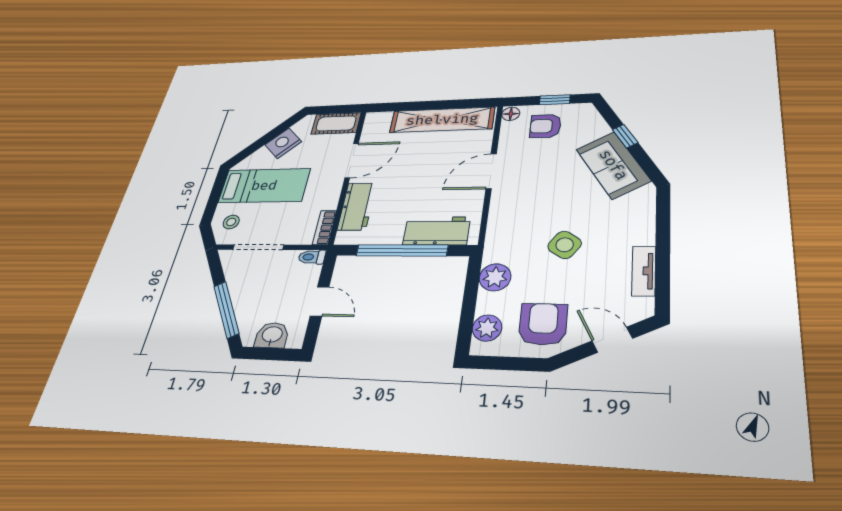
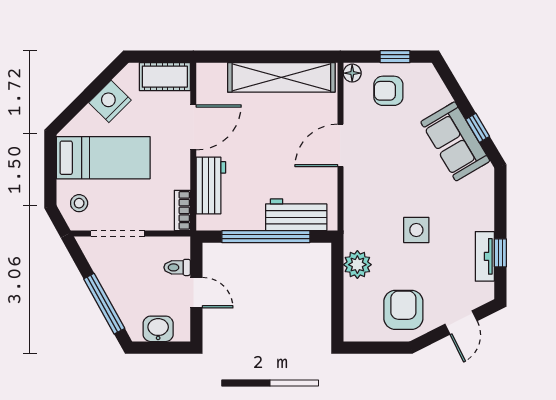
window: (625, 136) -> (478, 128), moved
side table: (565, 245) -> (416, 230), turned -35
toilet: (312, 257) -> (177, 267), moved
window: (663, 267) -> (500, 253), added
plant: (487, 328) -> (356, 315), removed
door: (612, 340) -> (461, 323), swing flipped

